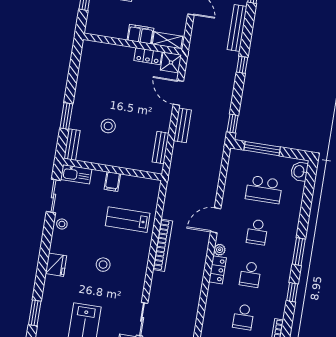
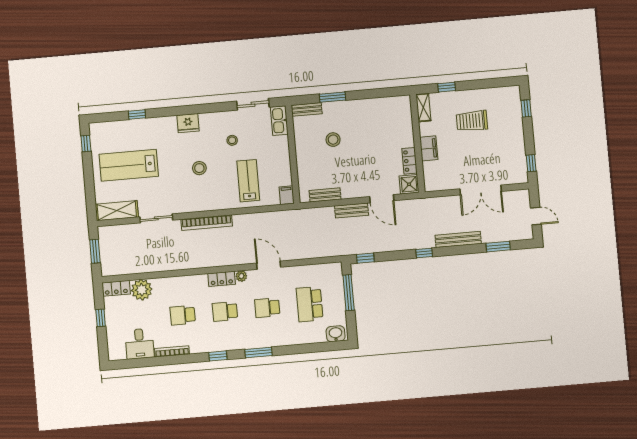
shelving: (167, 40) -> (423, 107), moved
door: (178, 93) -> (382, 199), swing flipped
filing cabinet: (112, 182) -> (287, 195), moved, turned 90
stool: (62, 224) -> (232, 140), moved
bookcase: (163, 245) -> (207, 223), moved
window: (35, 313) -> (137, 114), width x0.67

